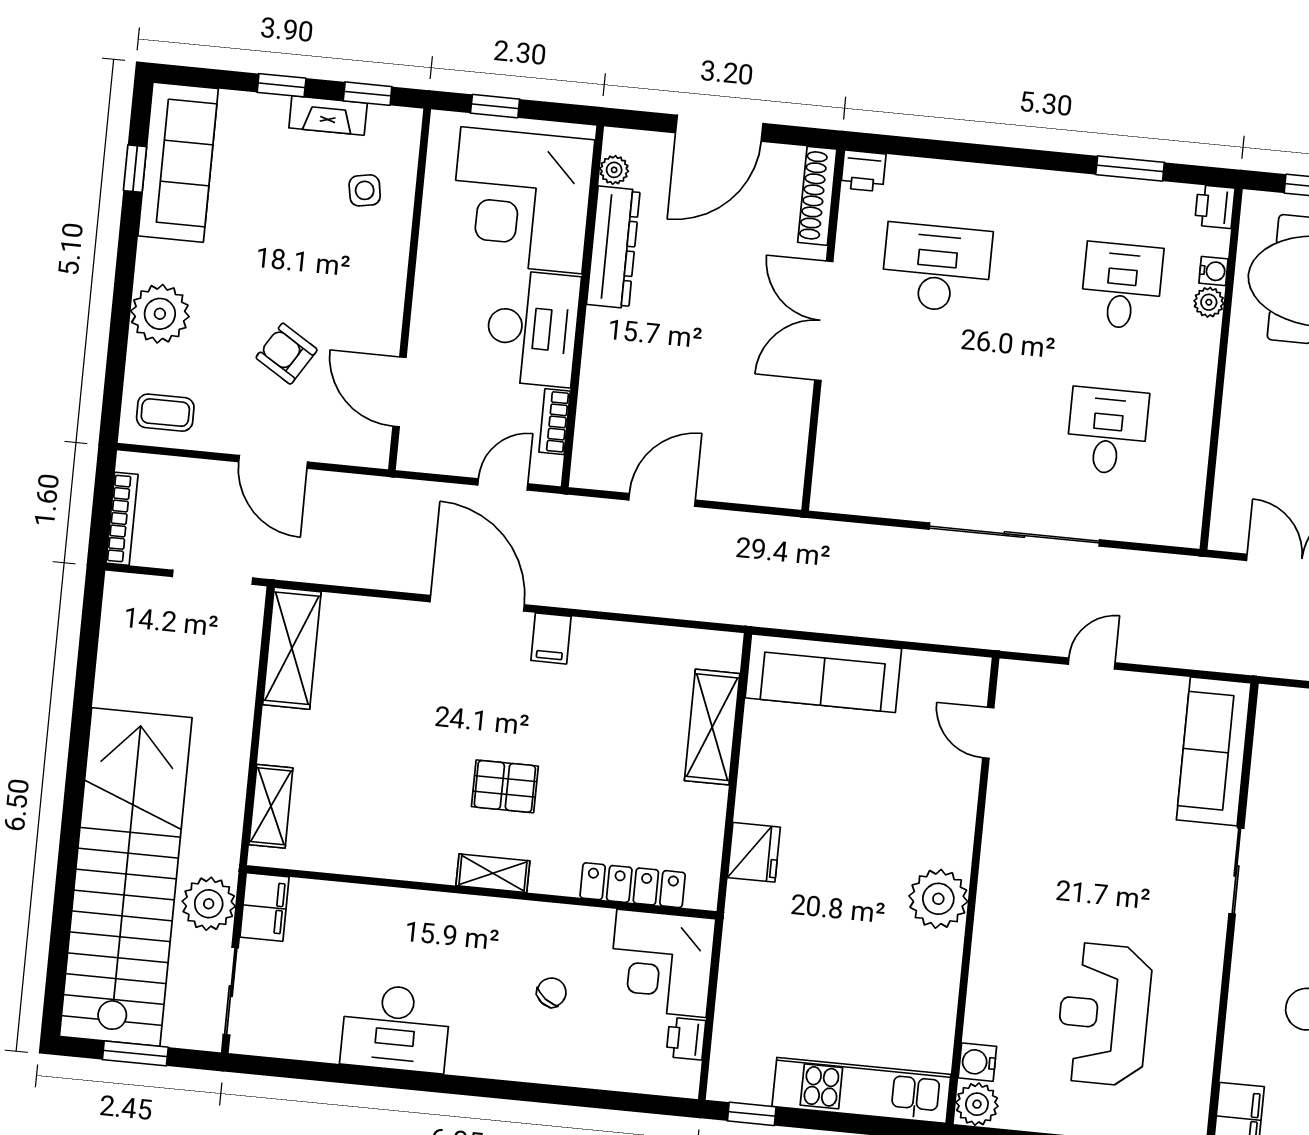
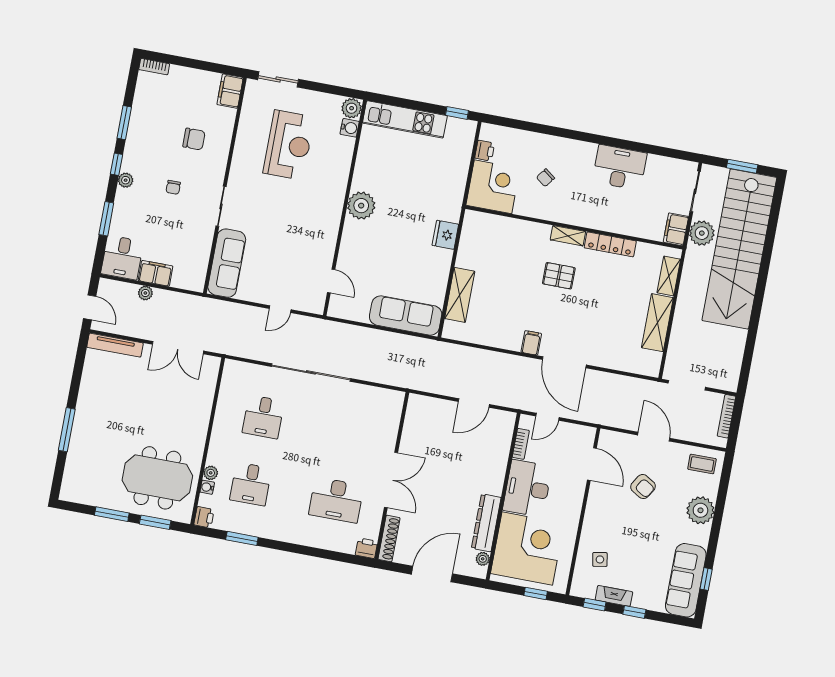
shelving: (292, 648) -> (657, 323), moved
locker: (633, 885) -> (610, 244), moved

